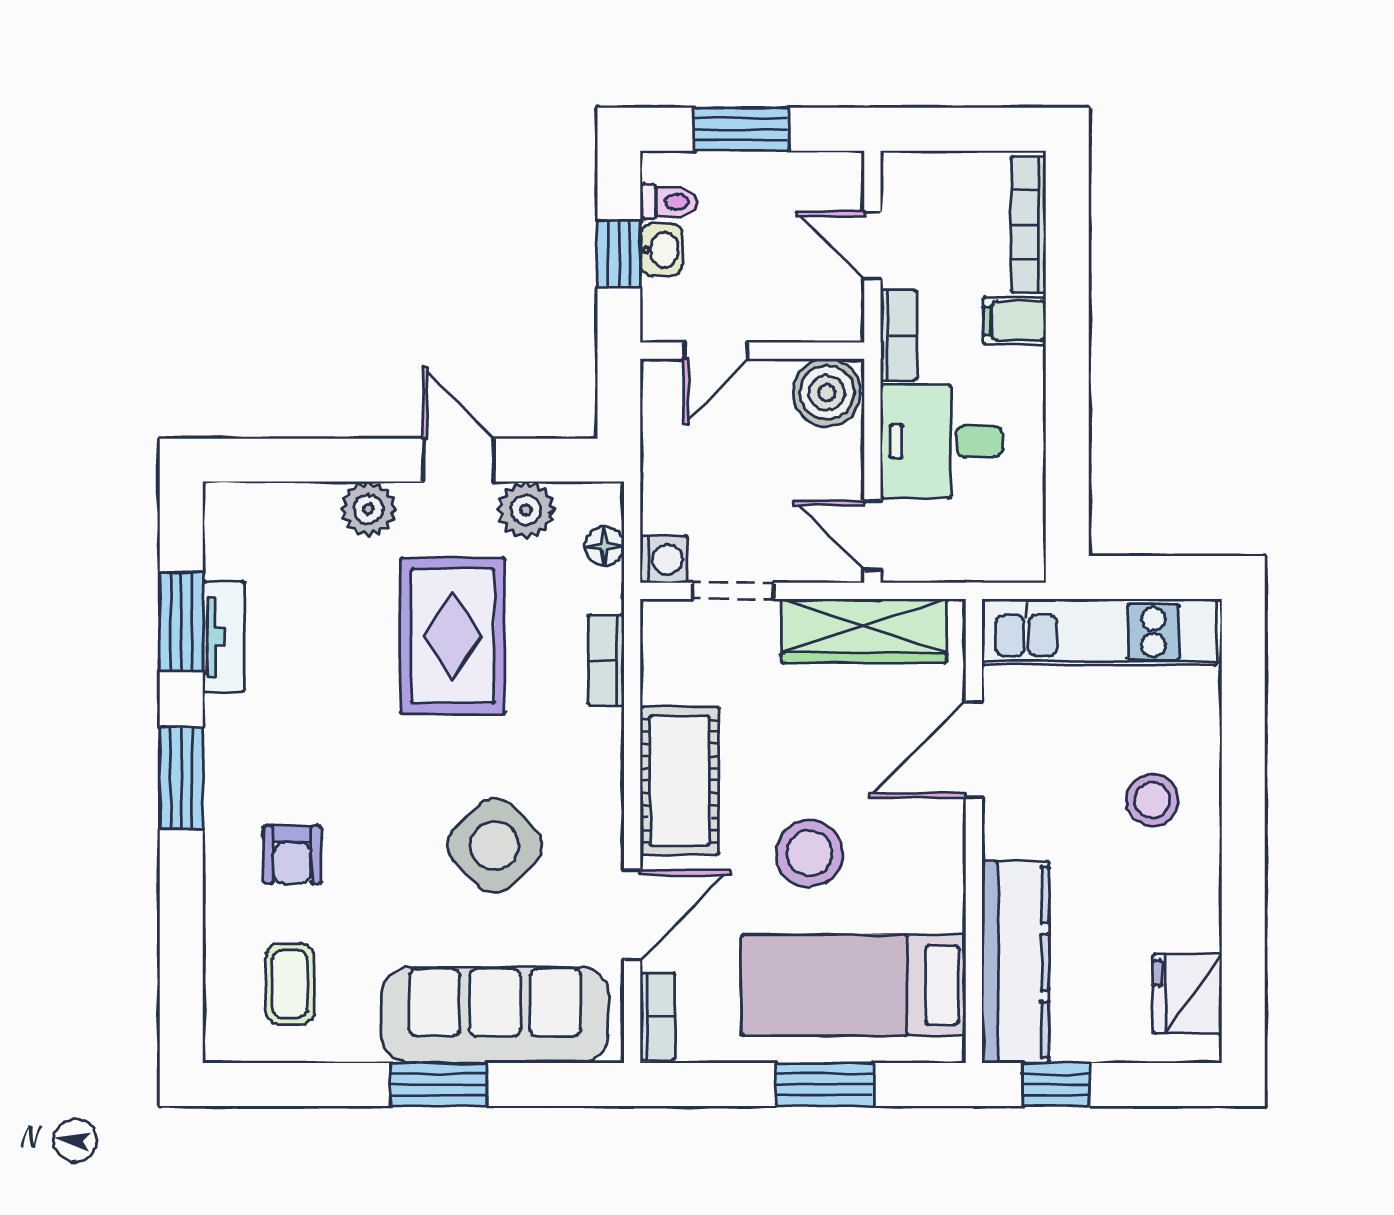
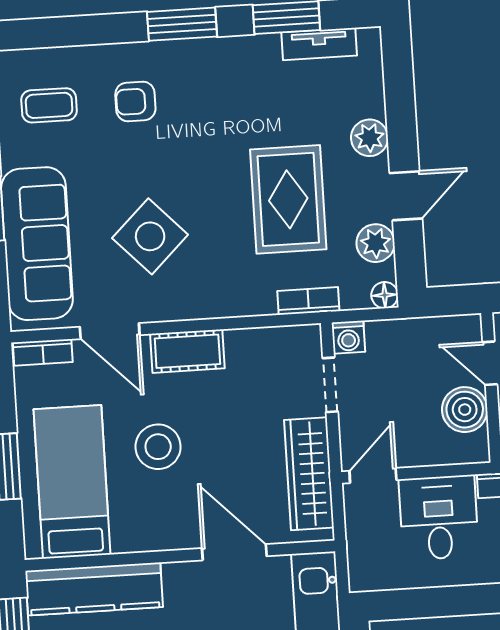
boiler: (827, 393) -> (465, 410), moved
floor lamp: (604, 546) -> (385, 295), moved
rug: (453, 636) -> (288, 199), turned 90
tv unit: (224, 637) -> (319, 44), moved
bookcase: (606, 660) -> (308, 301), moved
cot: (680, 781) -> (187, 351), width x0.73, depth x0.75

